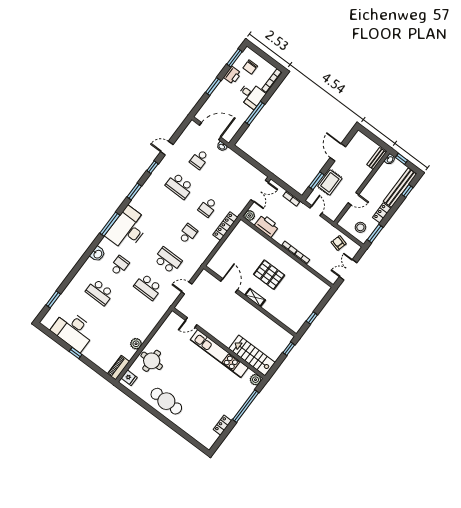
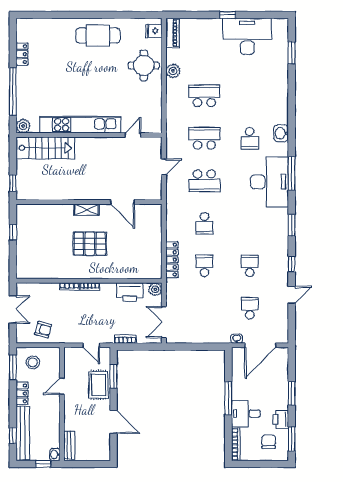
school desk: (179, 186) -> (250, 266), width x0.54
school desk: (100, 292) -> (204, 96), moved

